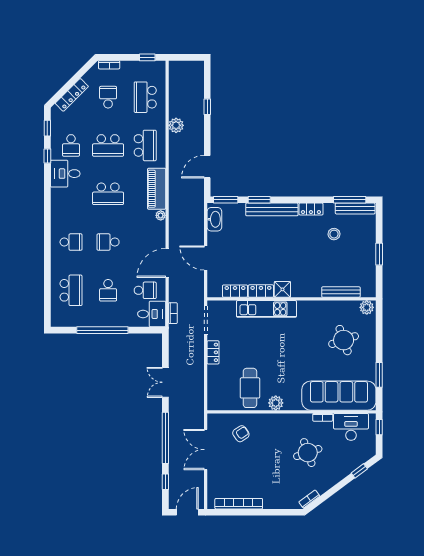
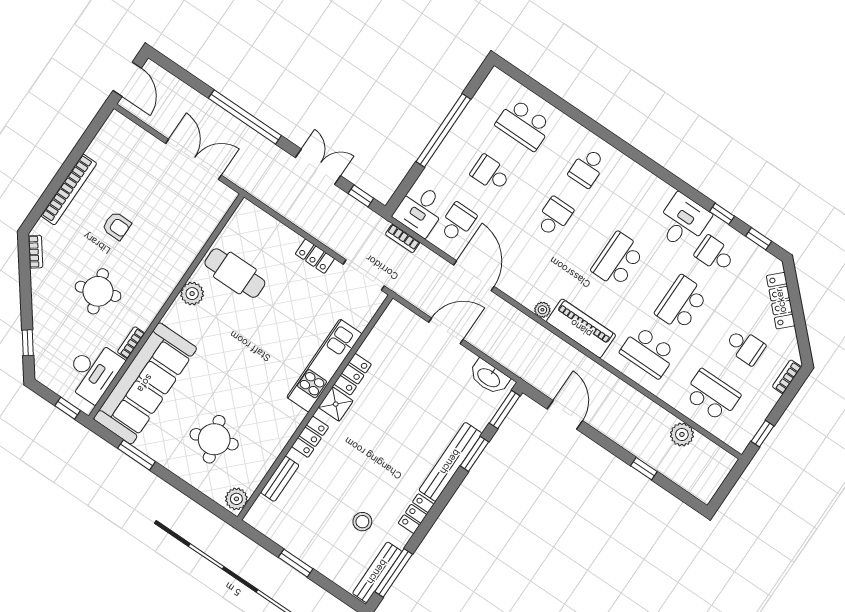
plant: (176, 125) -> (682, 434), moved
school desk: (145, 290) -> (457, 222), turned 180
locker: (235, 291) -> (310, 437), moved
bench: (341, 292) -> (280, 479), width x0.73
armchair: (241, 434) -> (117, 226), moved, turned -56
window: (165, 482) -> (361, 196), moved
bookcase: (239, 504) -> (69, 190), moved

